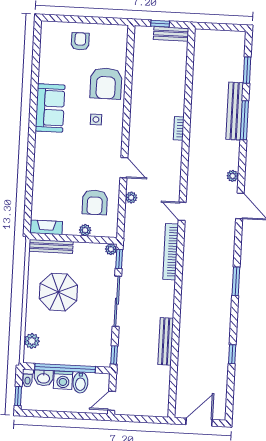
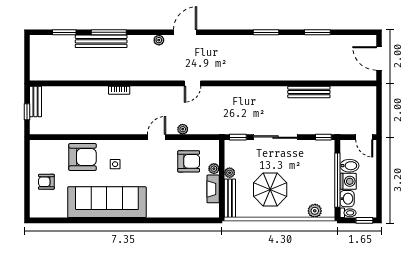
sofa: (50, 108) -> (107, 202), width x1.85, depth x1.27
fireplace: (46, 227) -> (213, 189), moved
plant: (111, 249) -> (230, 173), moved
bookcase: (171, 252) -> (229, 92), removed
window: (236, 281) -> (266, 32), moved
window: (232, 354) -> (317, 32), width x1.50

